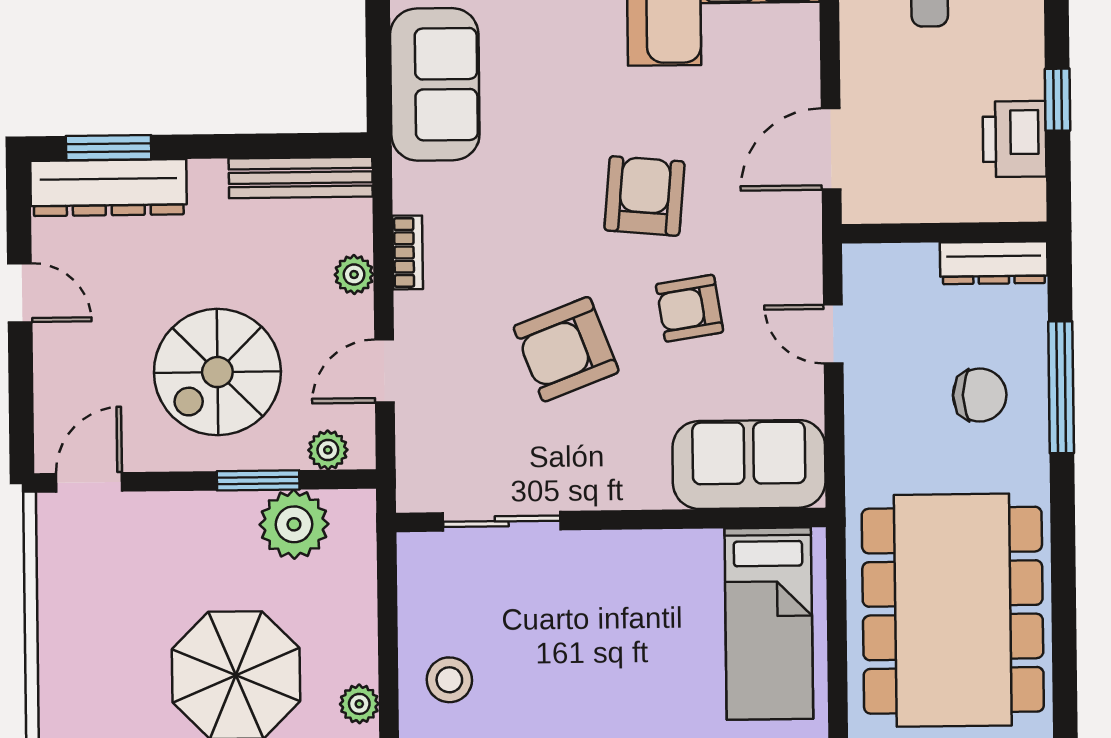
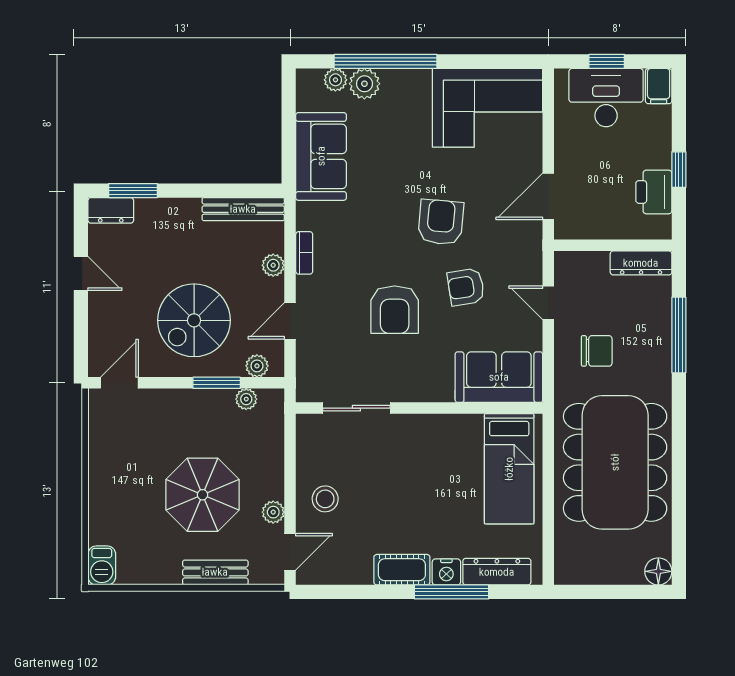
dresser: (109, 188) -> (111, 210), width x0.51, depth x0.80
armchair: (566, 349) -> (395, 310), turned -69
chair: (980, 395) -> (597, 351), moved
plant: (294, 524) -> (246, 399), width x0.53, depth x0.53

